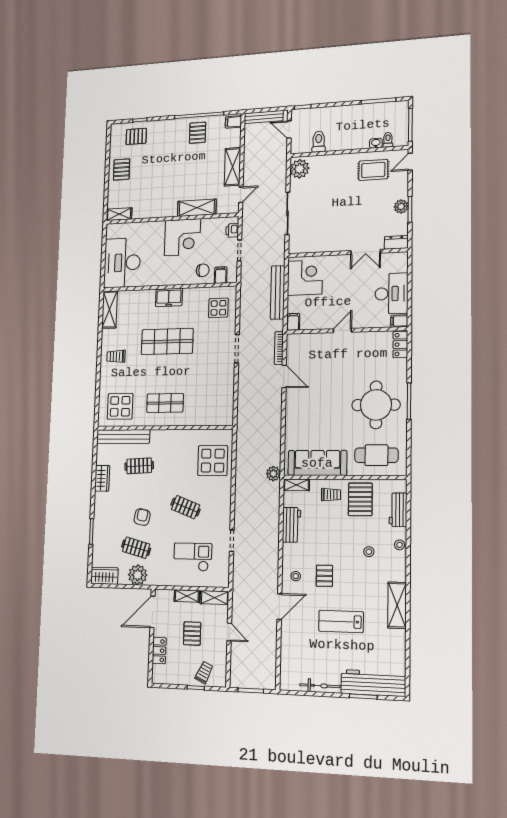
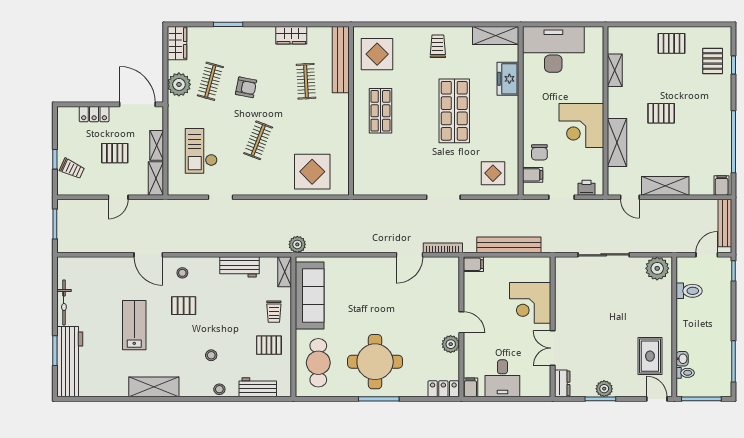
pallet: (198, 133) -> (661, 113), moved
shelving: (119, 214) -> (615, 70), moved
corner desk: (305, 278) -> (530, 303), moved, turned 90
desk: (391, 294) -> (502, 378), width x0.73
freezer: (169, 297) -> (508, 79), moved
plant: (361, 339) -> (451, 344), added
pallet: (360, 499) -> (269, 345), width x0.67, depth x0.71
checkout: (193, 557) -> (201, 151), turned 180

